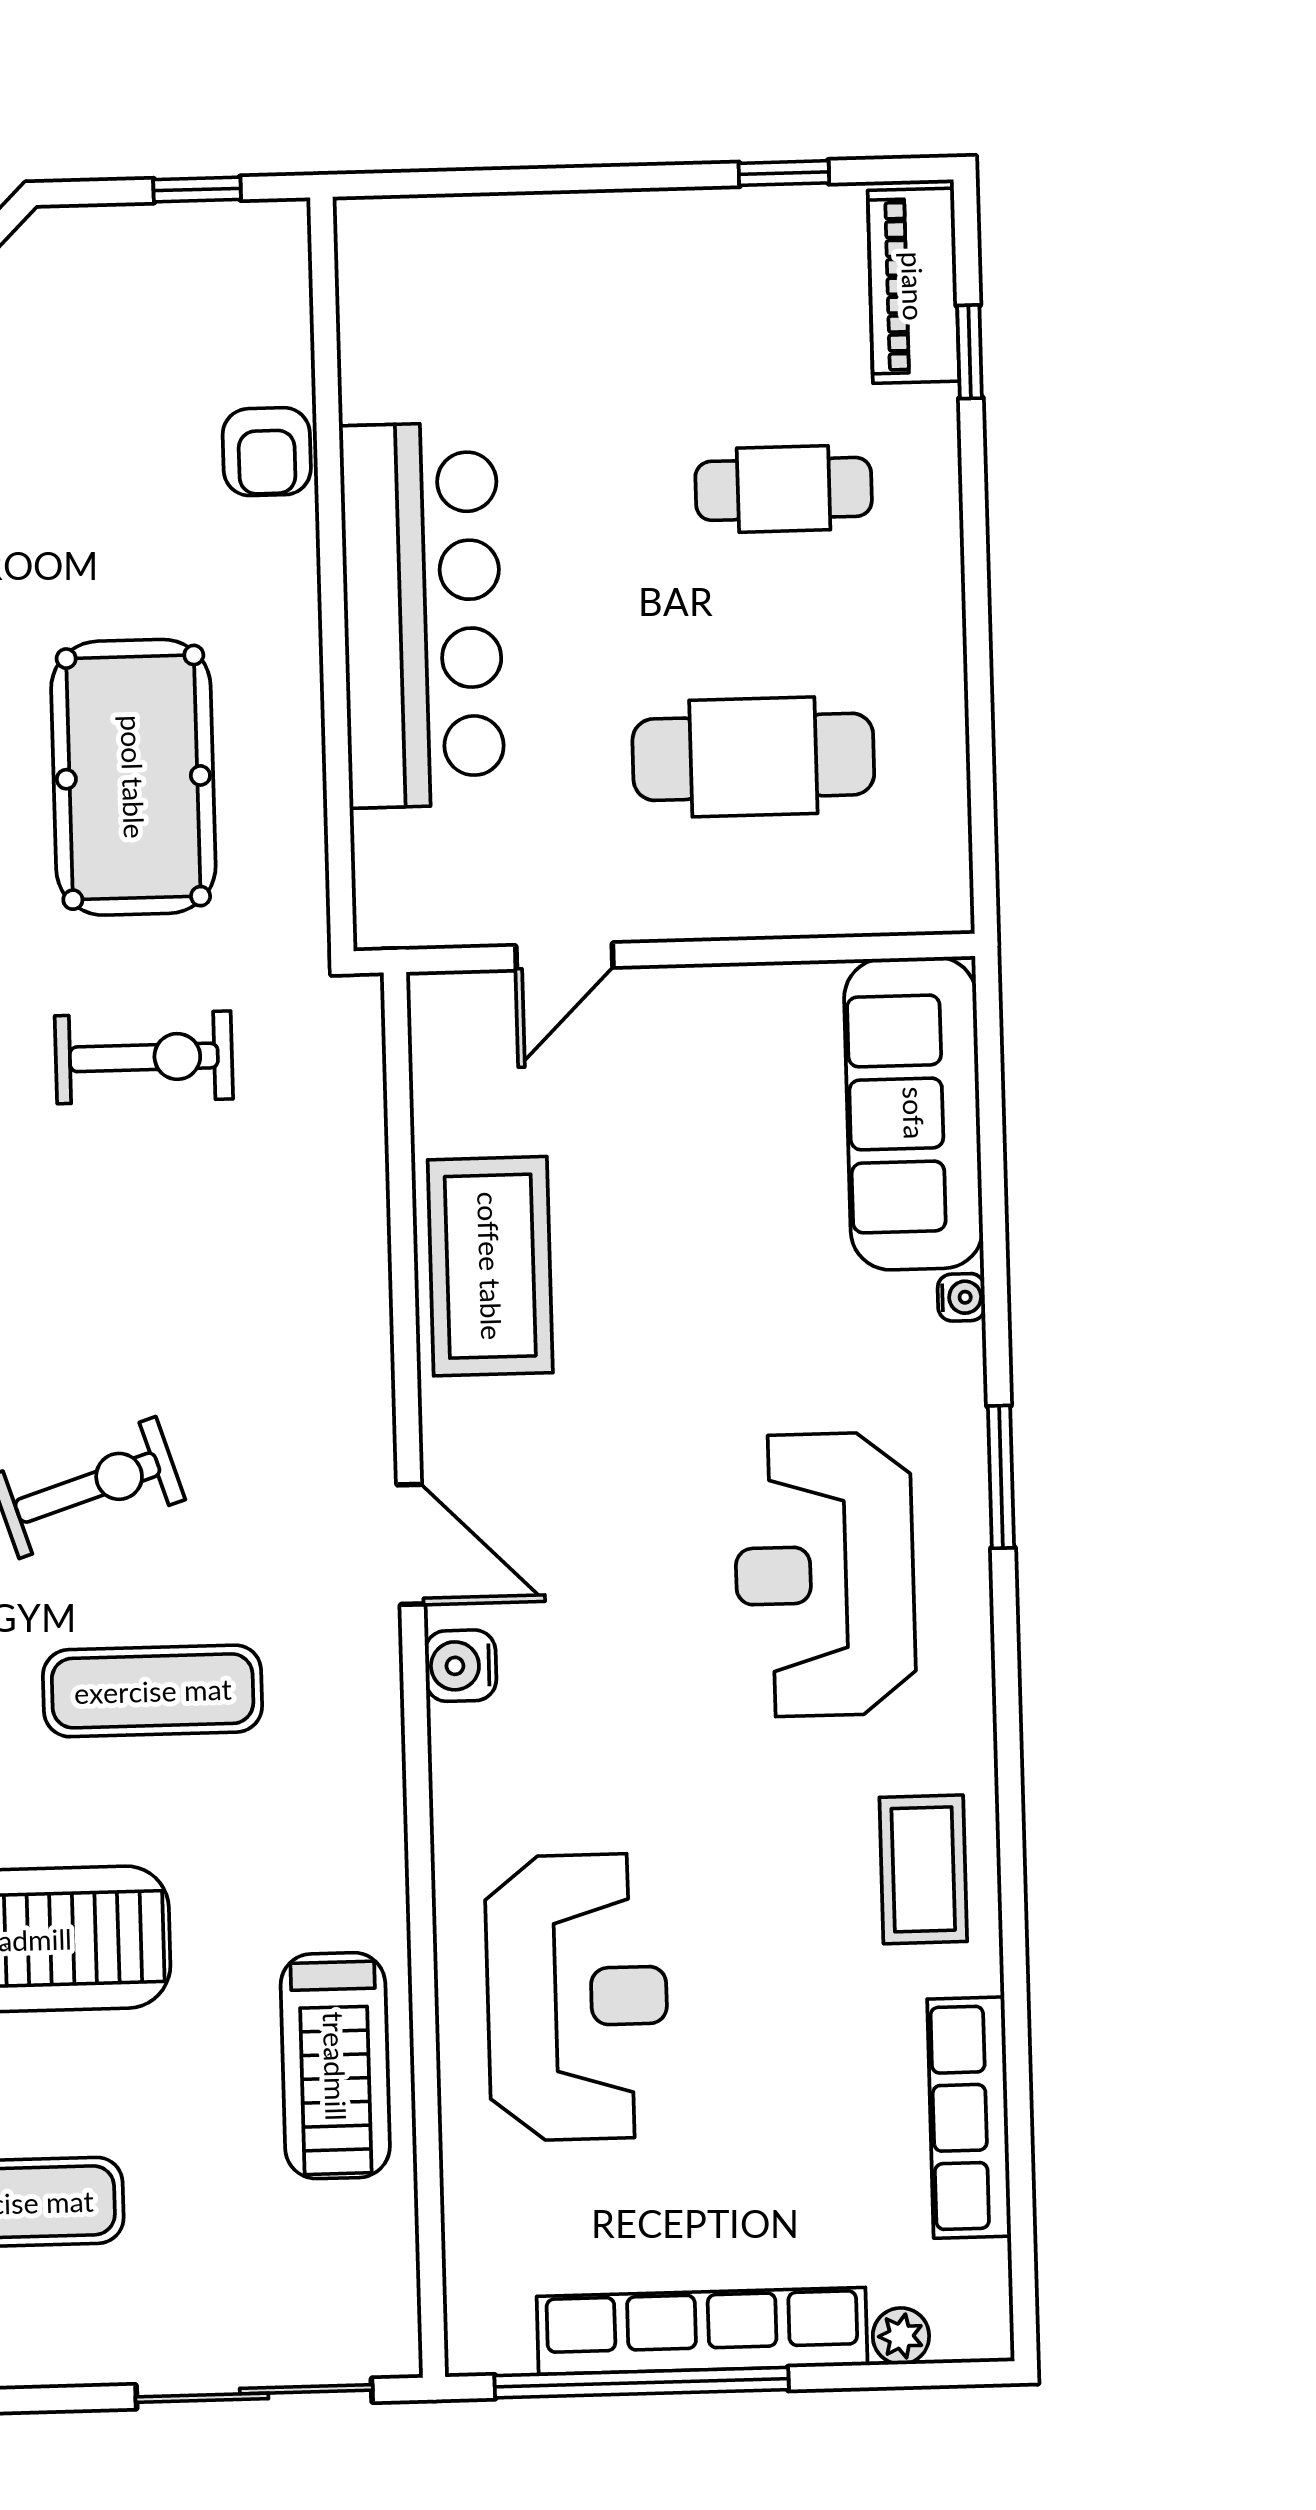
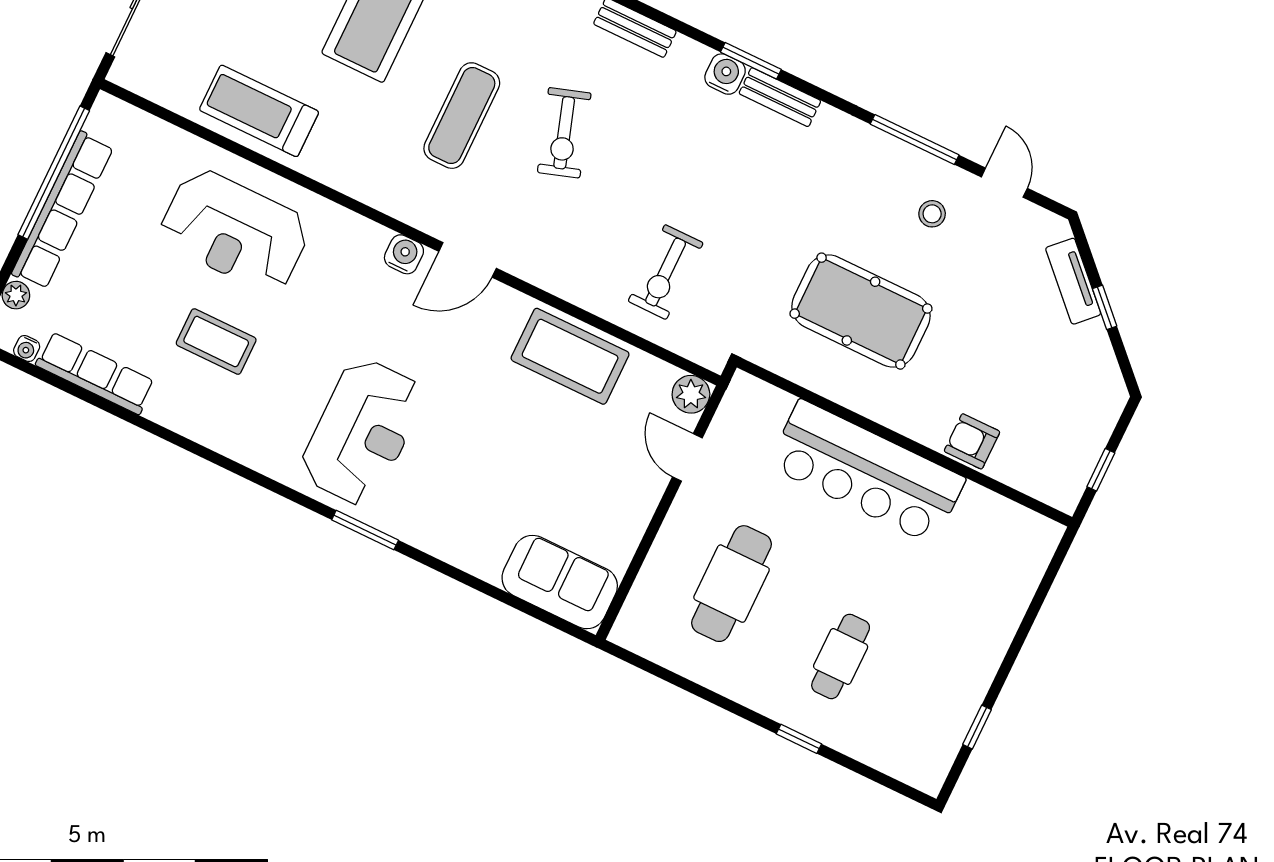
piano: (913, 286) -> (899, 758), removed
window: (970, 352) -> (799, 739), moved
plant: (446, 1009) -> (691, 394), added
exercise bike: (144, 1057) -> (666, 272), moved
sofa: (914, 1113) -> (560, 582), width x0.73
water cooler: (961, 1297) -> (27, 349), moved
reception desk: (825, 1575) -> (362, 432), turned 90
coffee table: (923, 1869) -> (216, 342), moved

